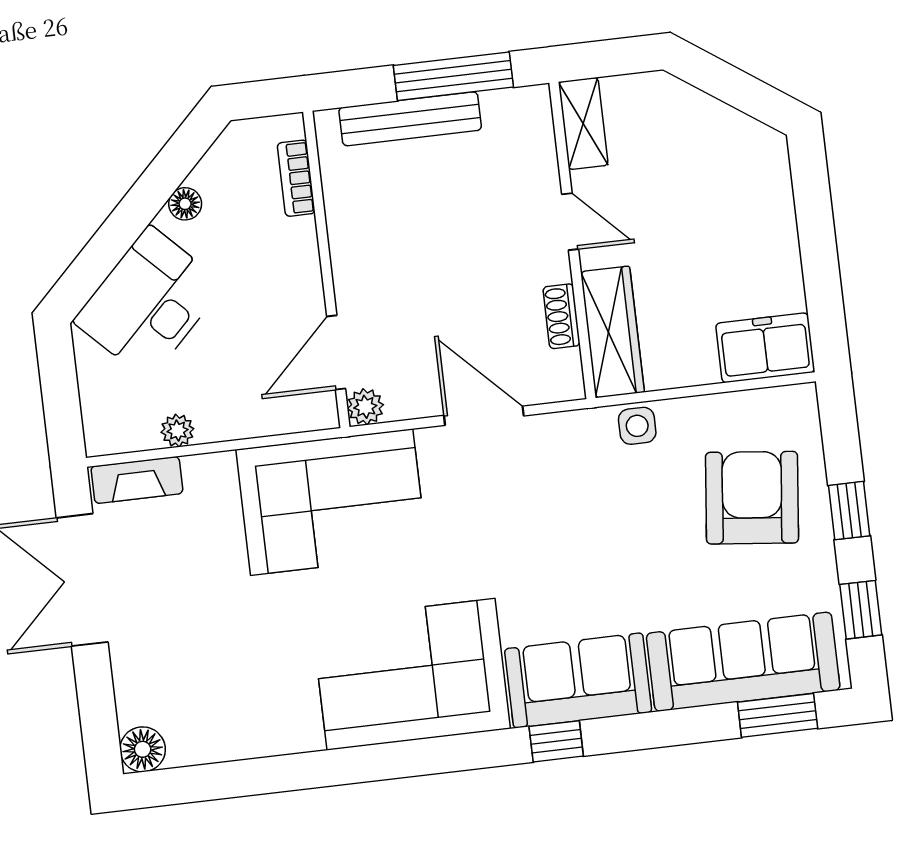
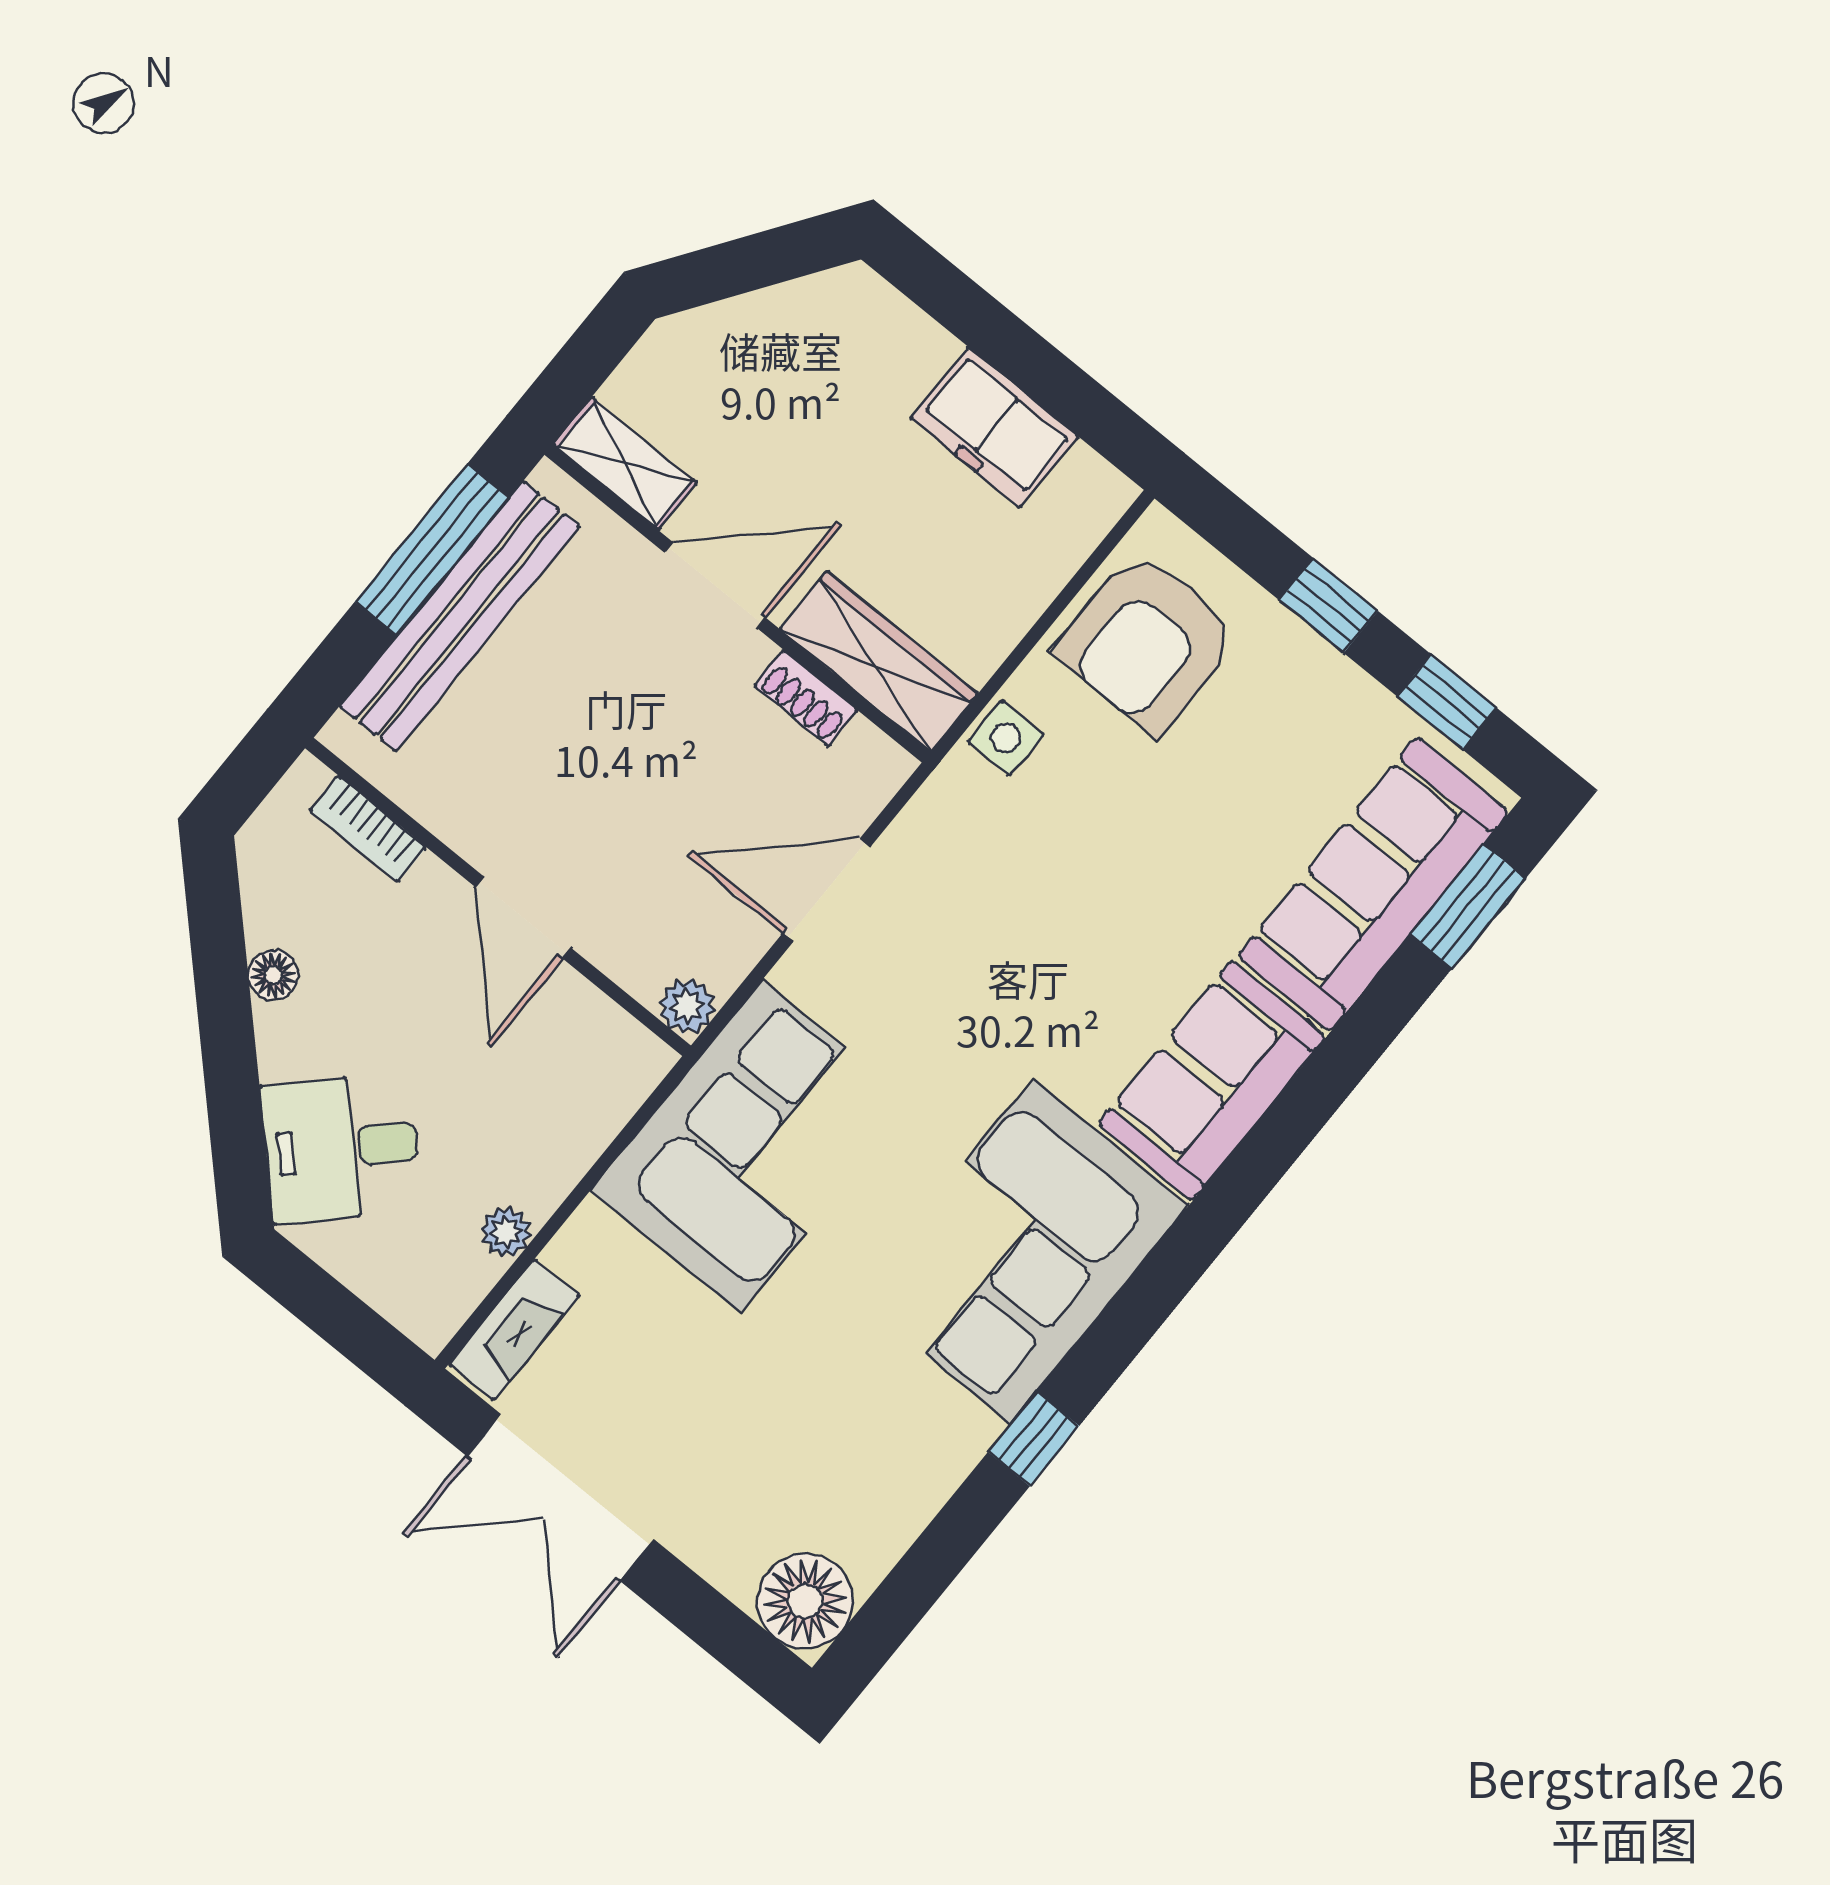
bench: (410, 119) -> (460, 616), width x1.37, depth x1.21
door: (570, 222) -> (715, 585), width x1.38
desk: (149, 303) -> (341, 1148), width x0.73
freezer: (765, 348) -> (994, 427), moved, turned -90
door: (336, 353) -> (523, 918), moved
armchair: (752, 498) -> (1147, 642), moved, turned -96
window: (556, 741) -> (1034, 1439), moved
floor lamp: (143, 749) -> (805, 1601), width x1.38, depth x1.38

